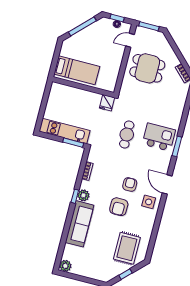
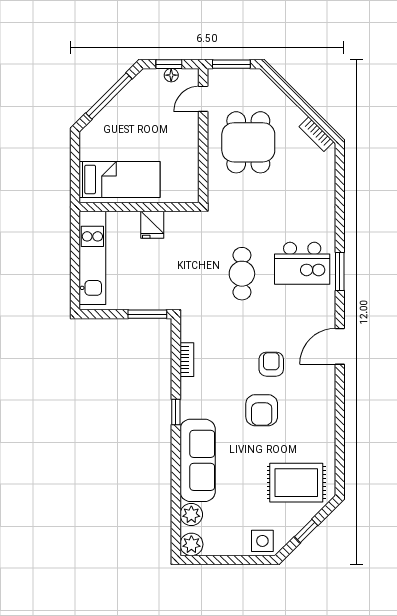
dining table: (147, 68) -> (248, 142), turned 90
fridge: (107, 103) -> (152, 225), moved
kitchen unit: (65, 131) -> (92, 258), moved, turned 90
kitchen island: (159, 137) -> (302, 263), turned 180
door: (167, 184) -> (340, 346), hinge flipped
plant: (83, 195) -> (191, 515), moved
side table: (149, 202) -> (262, 541), moved
rug: (127, 248) -> (296, 483), turned 90

